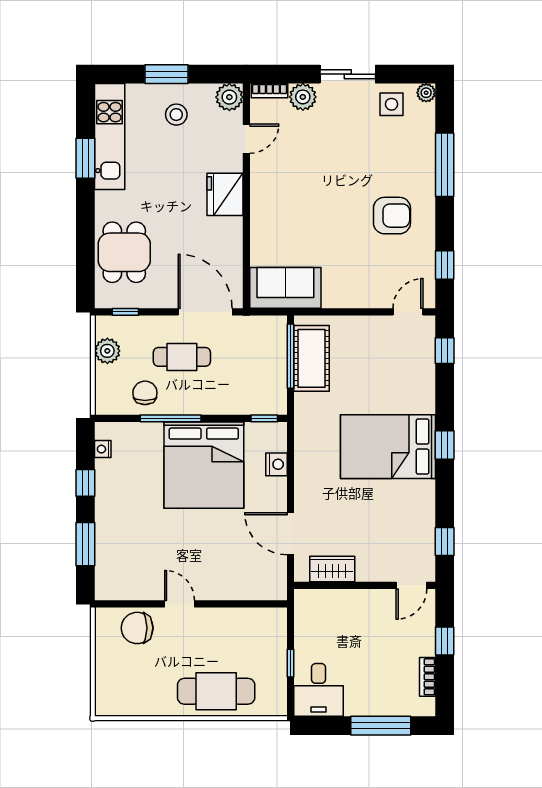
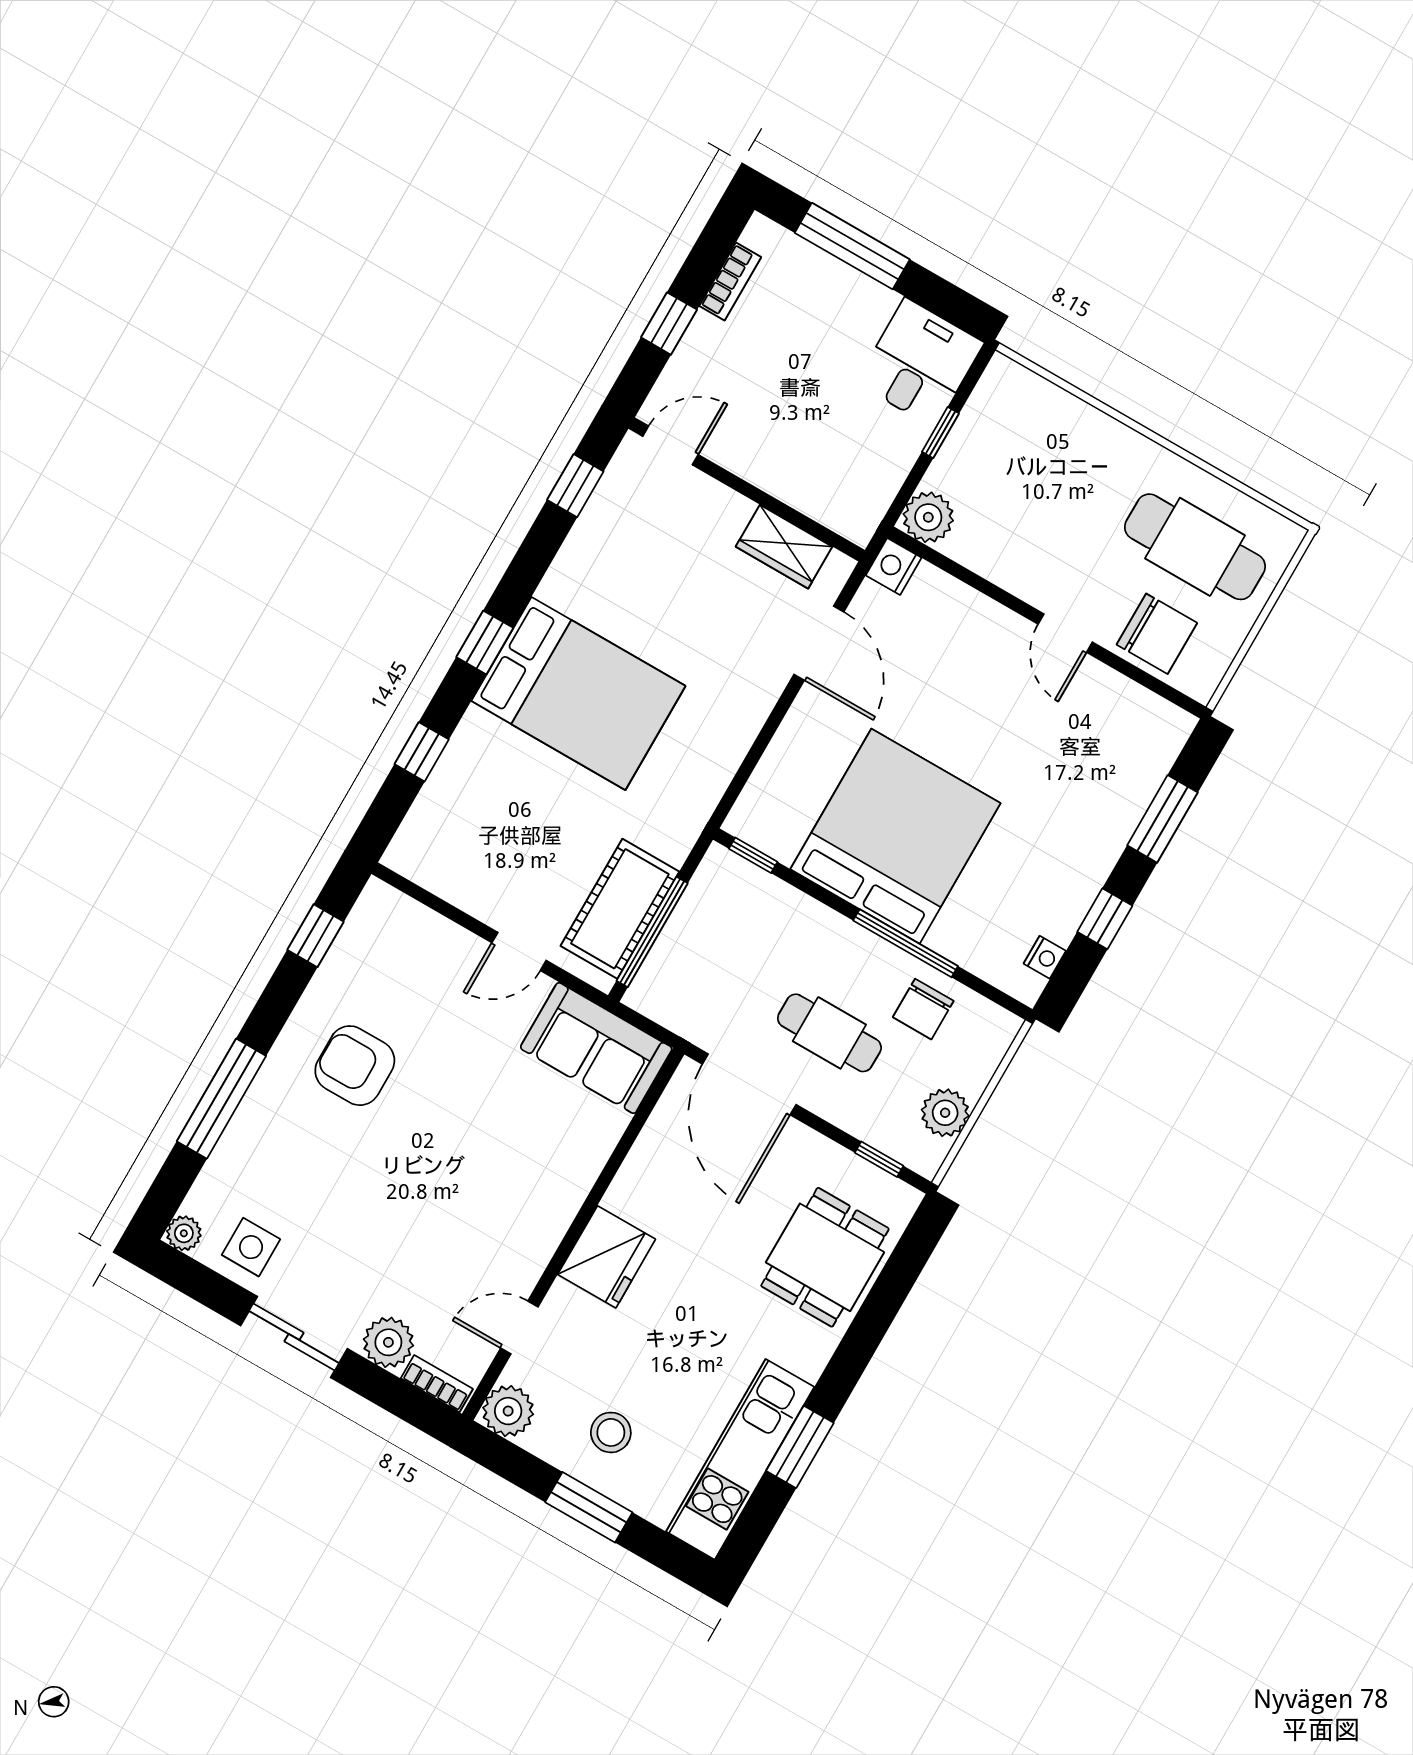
door: (408, 312) -> (519, 951), moved
window: (445, 351) -> (422, 752), moved
nightstand: (276, 464) -> (894, 567), moved
plant: (274, 621) -> (928, 517), added
cafe table: (216, 691) -> (1195, 547), moved

